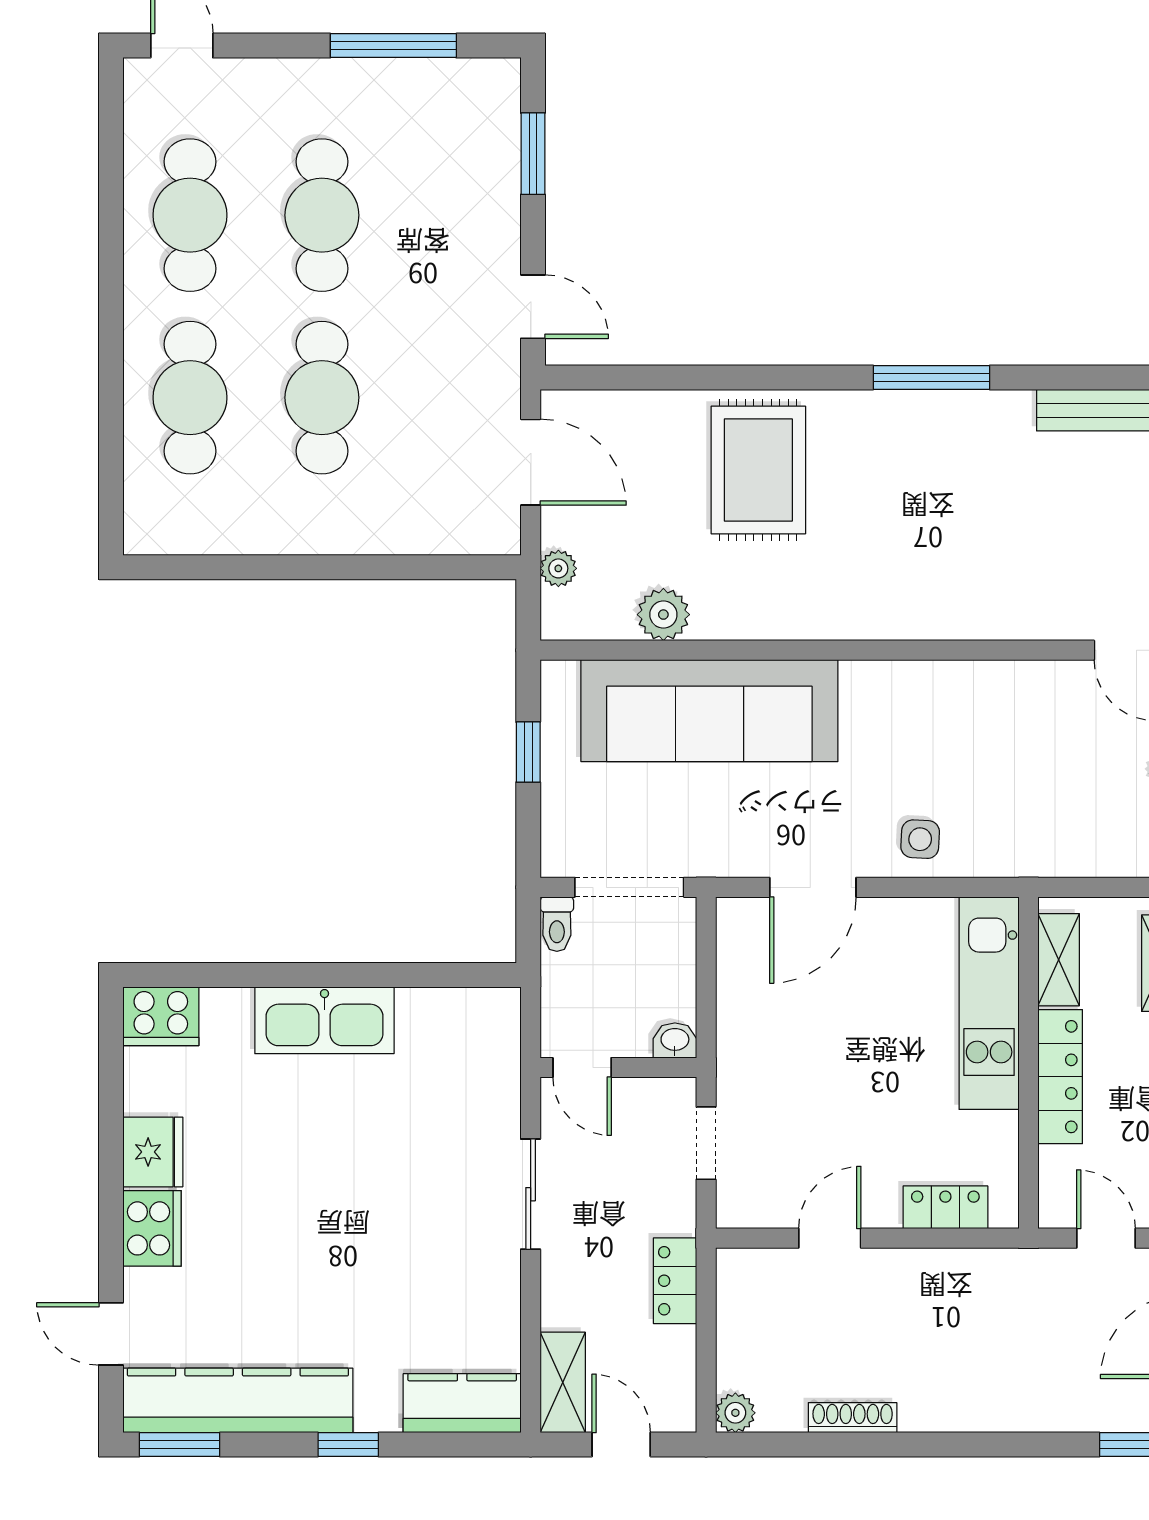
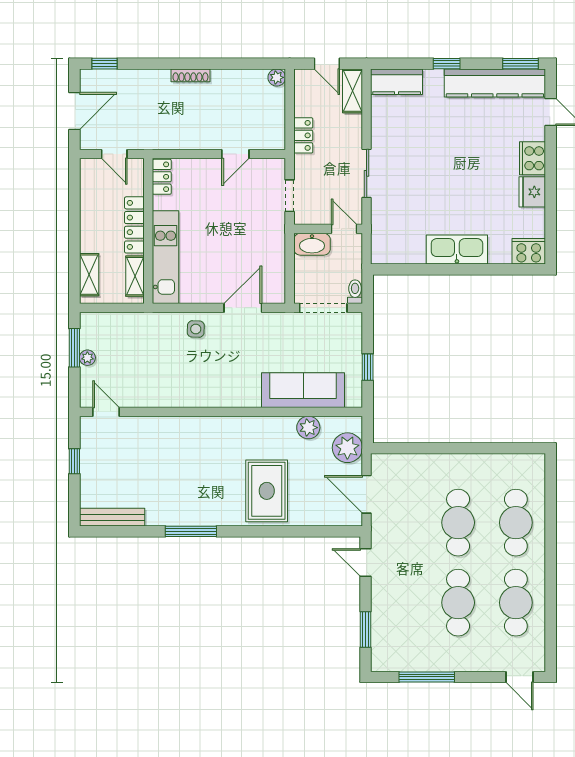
plant: (558, 568) -> (347, 448), width x1.88, depth x1.88
sofa: (709, 711) -> (303, 390), width x0.74, depth x0.79
washbasin: (675, 1040) -> (312, 244), width x1.91, depth x1.45
locker: (945, 1207) -> (162, 177), moved, turned -90
shoe rack: (853, 1418) -> (190, 75), moved

